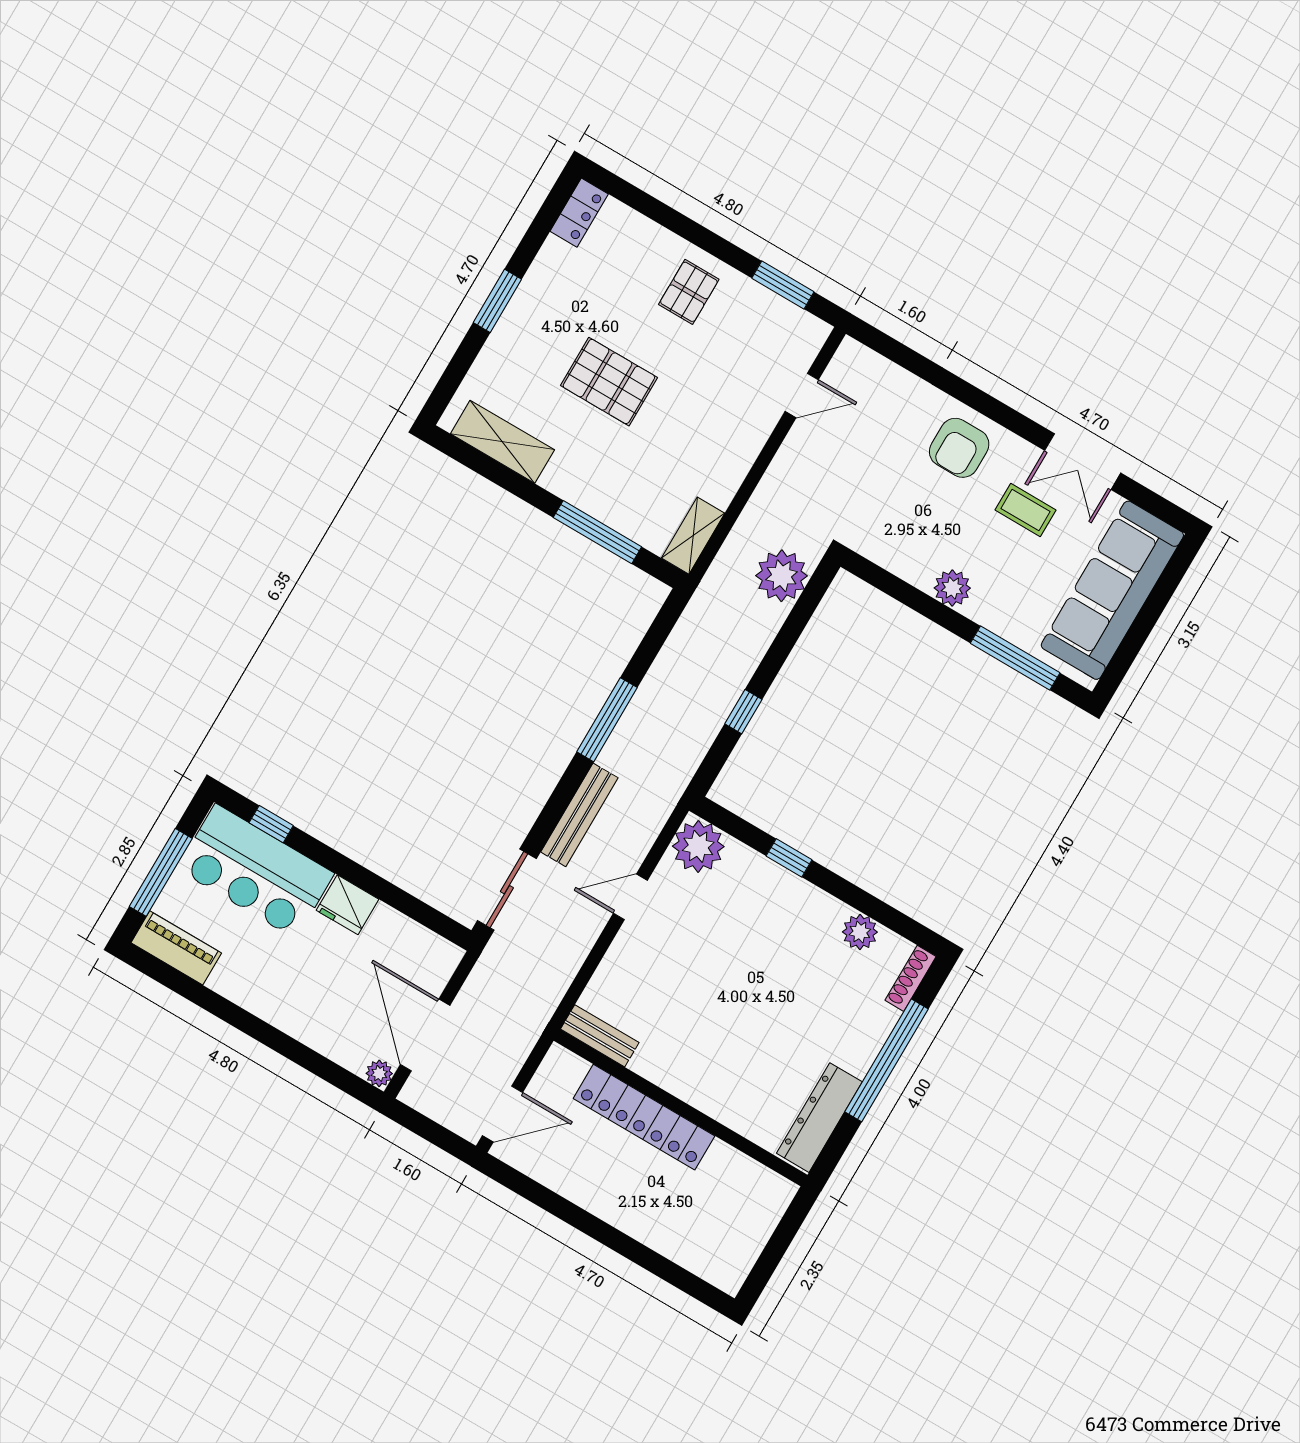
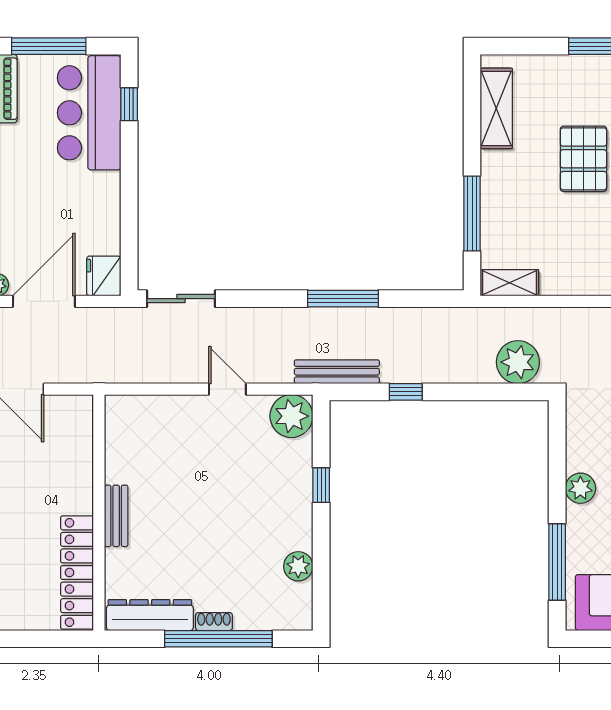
bench: (579, 815) -> (337, 372), moved
fridge: (348, 905) -> (104, 276), moved
shoe rack: (911, 978) -> (214, 622), moved, width x0.70
bench: (600, 1036) -> (116, 516), moved
locker: (644, 1117) -> (77, 573), moved

